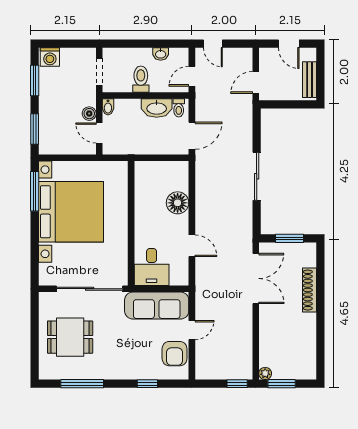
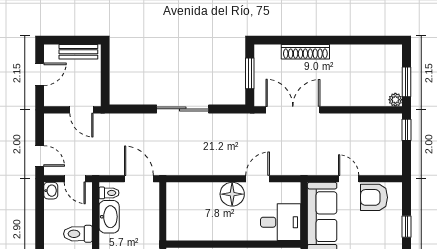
door: (213, 44) -> (40, 156), hinge flipped
washbasin: (161, 54) -> (51, 191), moved
floor lamp: (178, 203) -> (232, 194), moved
armchair: (175, 354) -> (374, 197), turned 180

